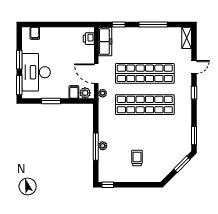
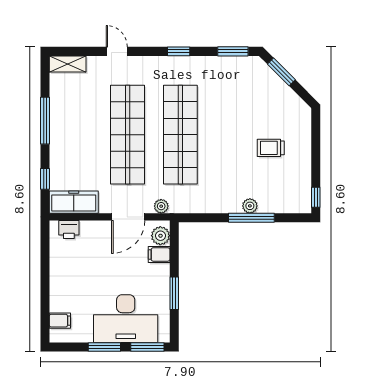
window: (194, 93) -> (179, 51), moved

